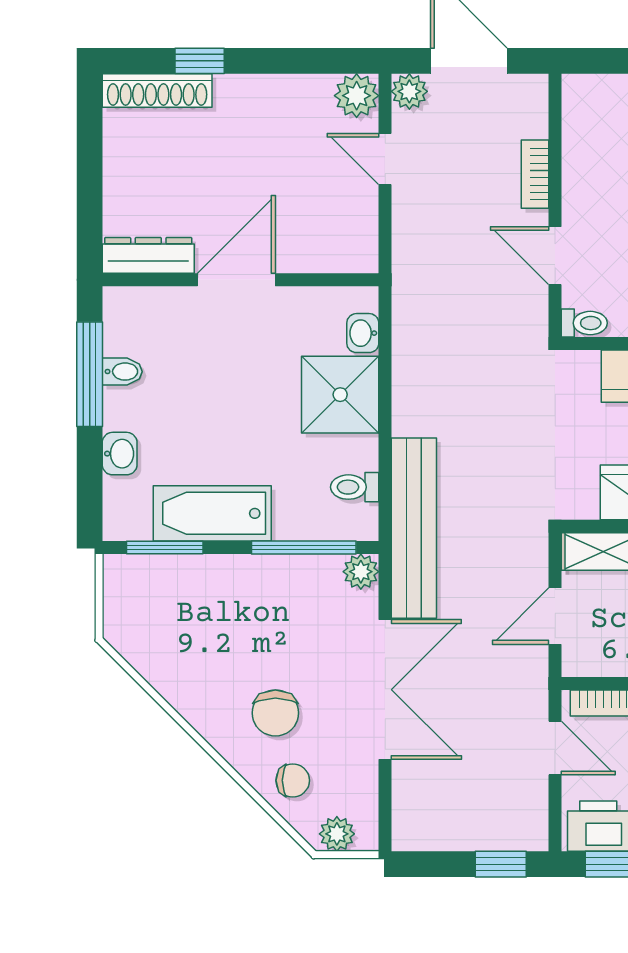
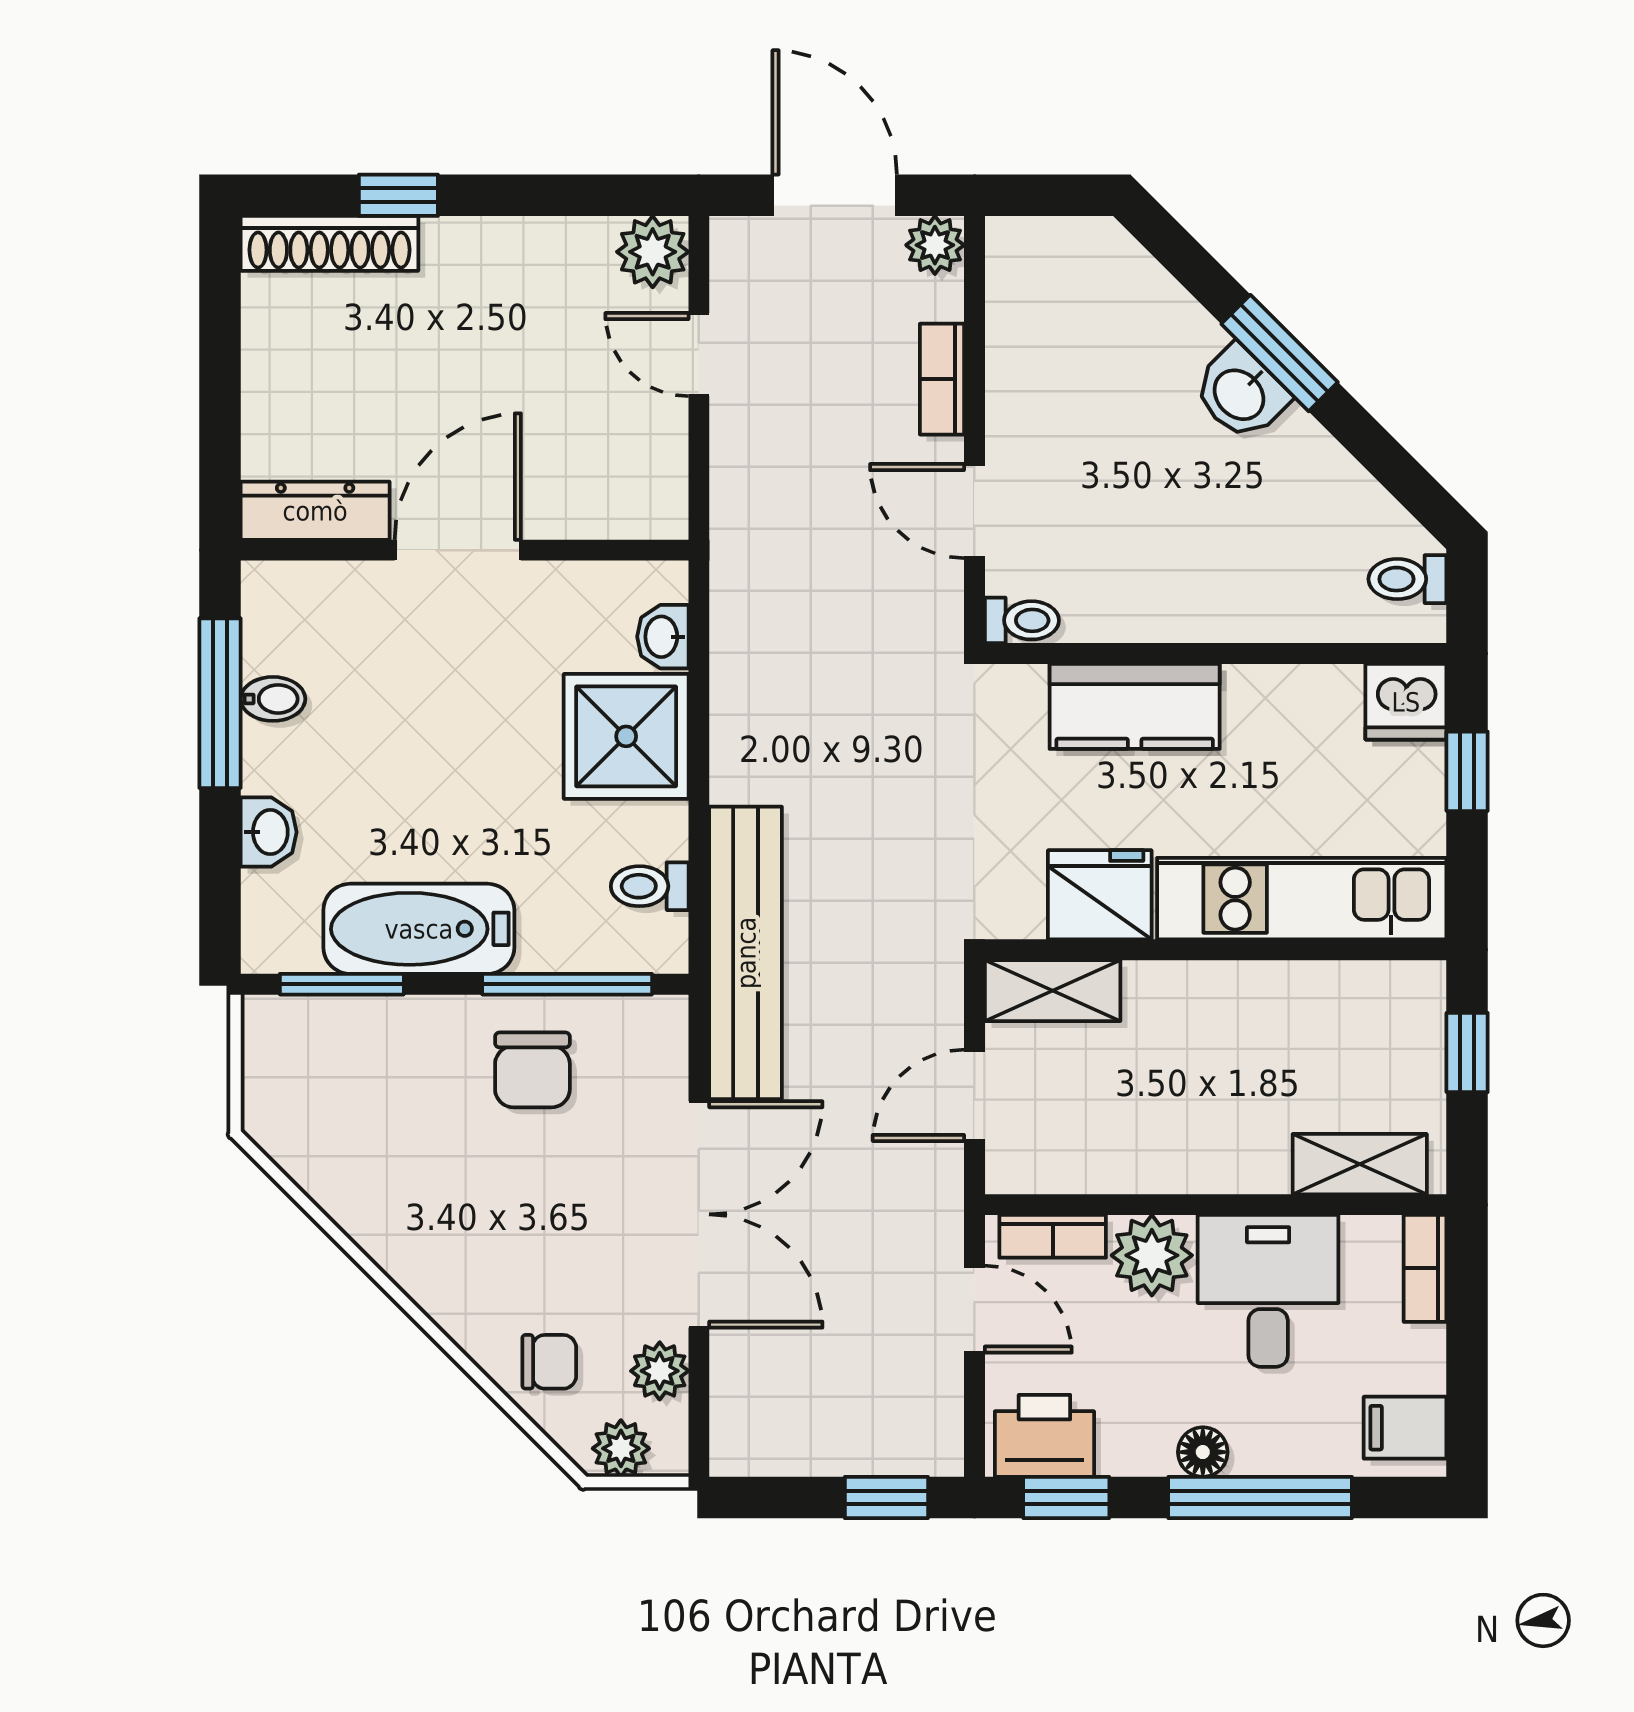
plant: (409, 91) -> (935, 245), moved
plant: (361, 572) -> (660, 1371), moved
chair: (275, 713) -> (532, 1070), moved

